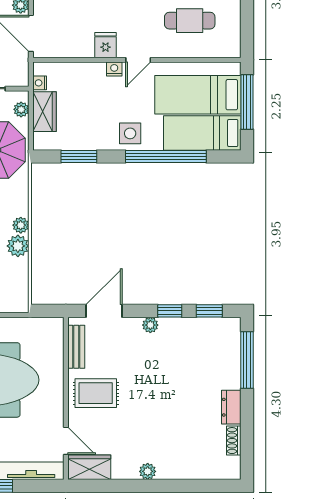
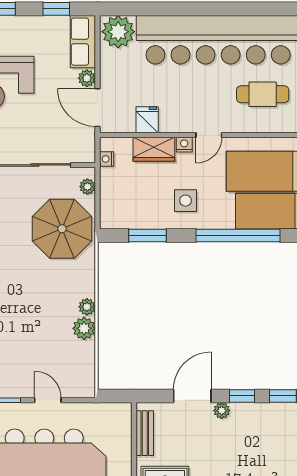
fridge: (106, 45) -> (147, 120), moved
wardrobe: (45, 112) -> (154, 149), moved, turned 90
side table: (130, 133) -> (185, 201), moved
door: (104, 311) -> (192, 396), moved

